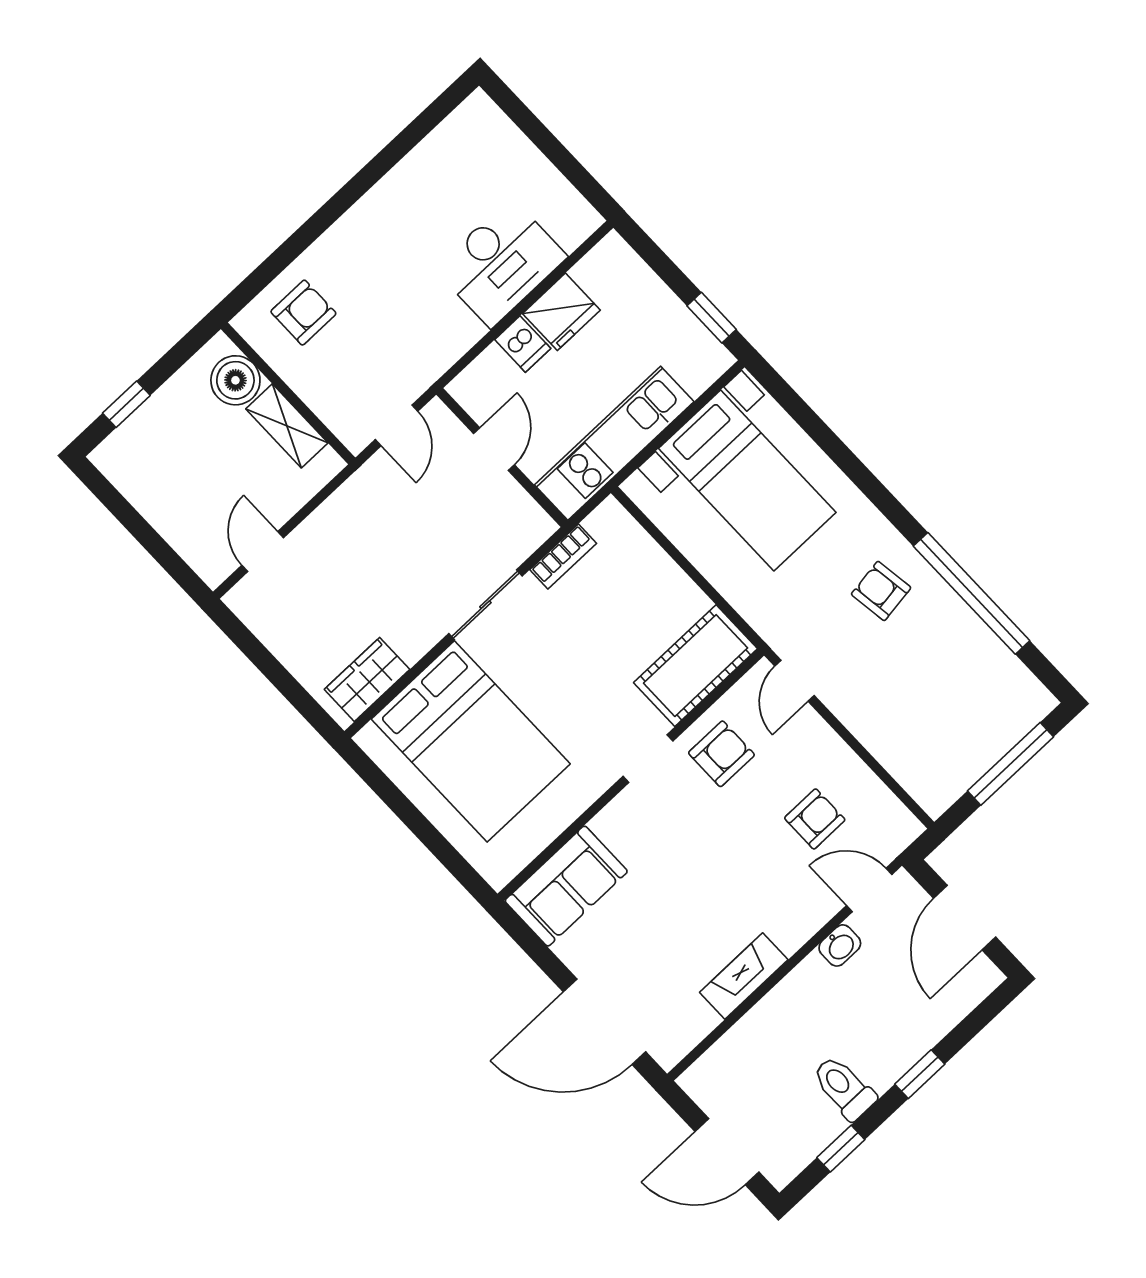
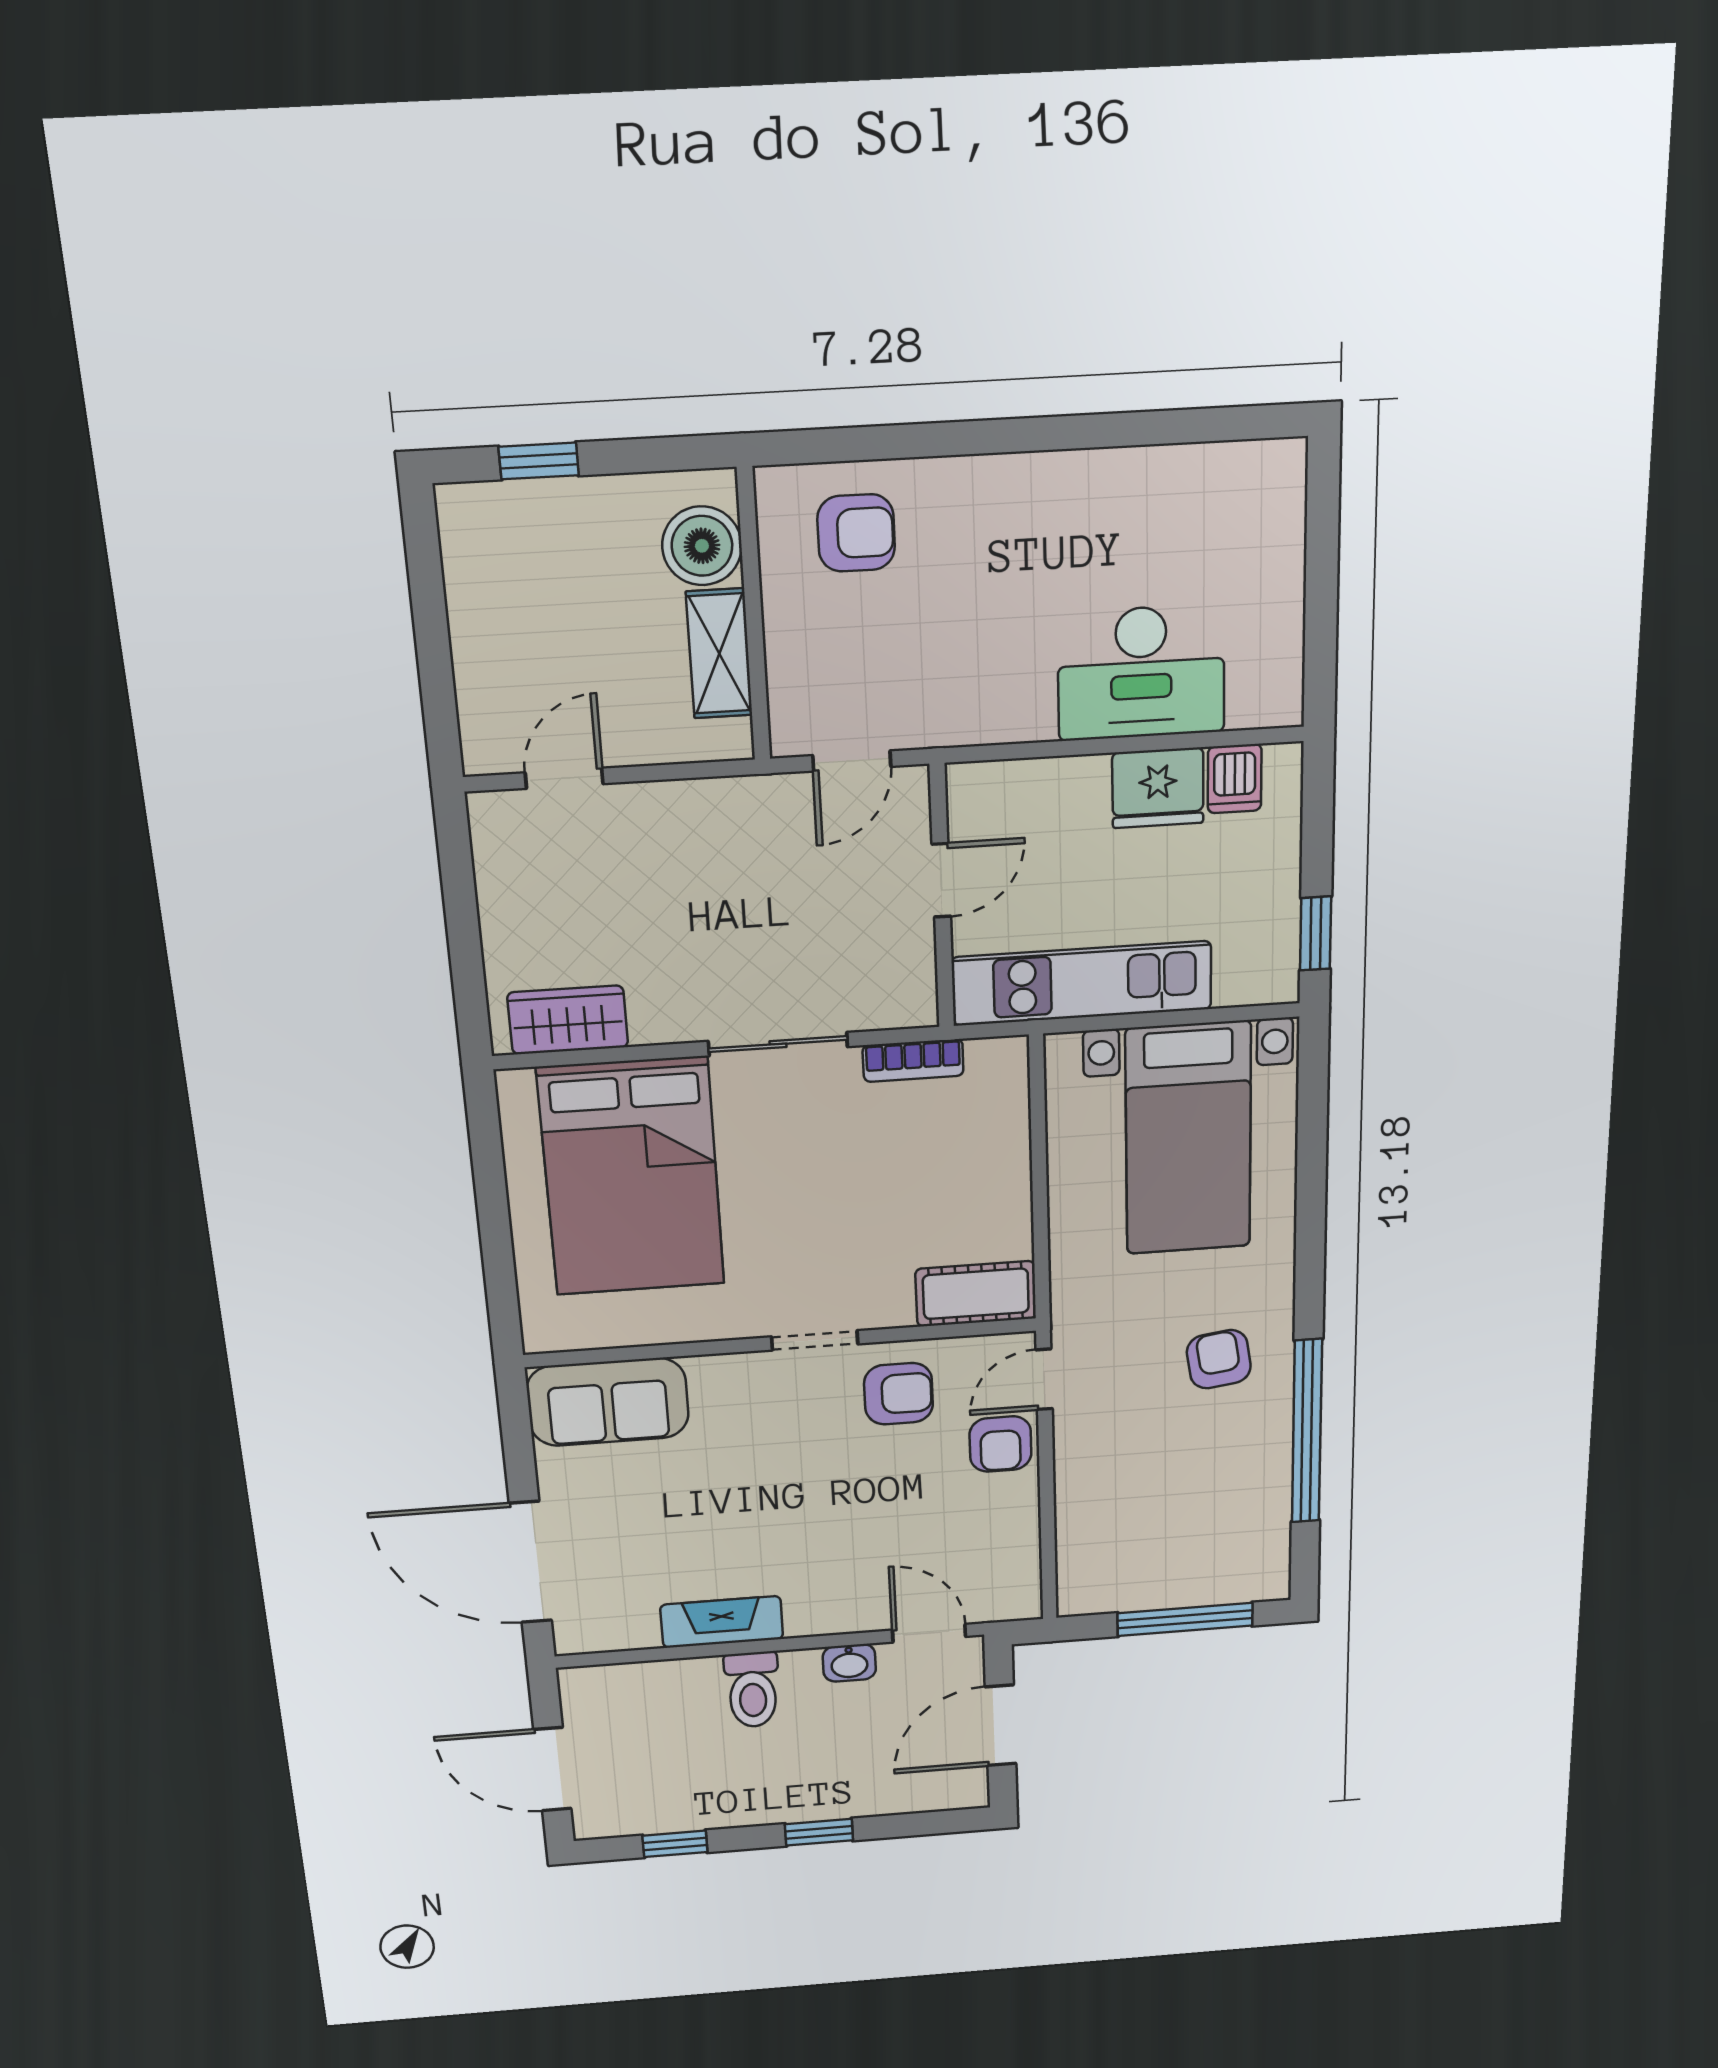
dishwasher: (523, 344) -> (1235, 779), moved
cot: (696, 666) -> (976, 1294), width x0.73, depth x0.75
armchair: (815, 819) -> (1000, 1444), moved, turned 90
toilet: (844, 1088) -> (752, 1690), moved, turned 180

